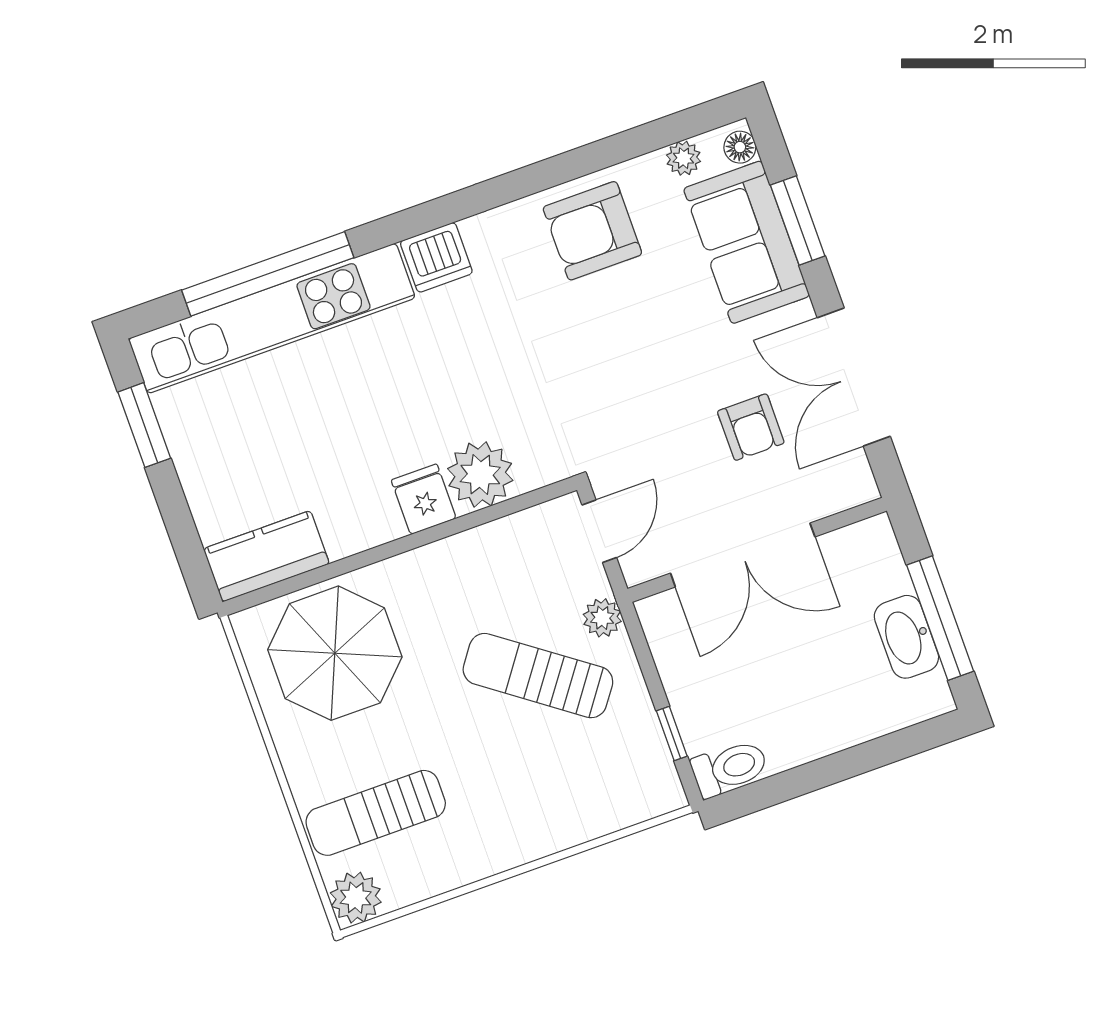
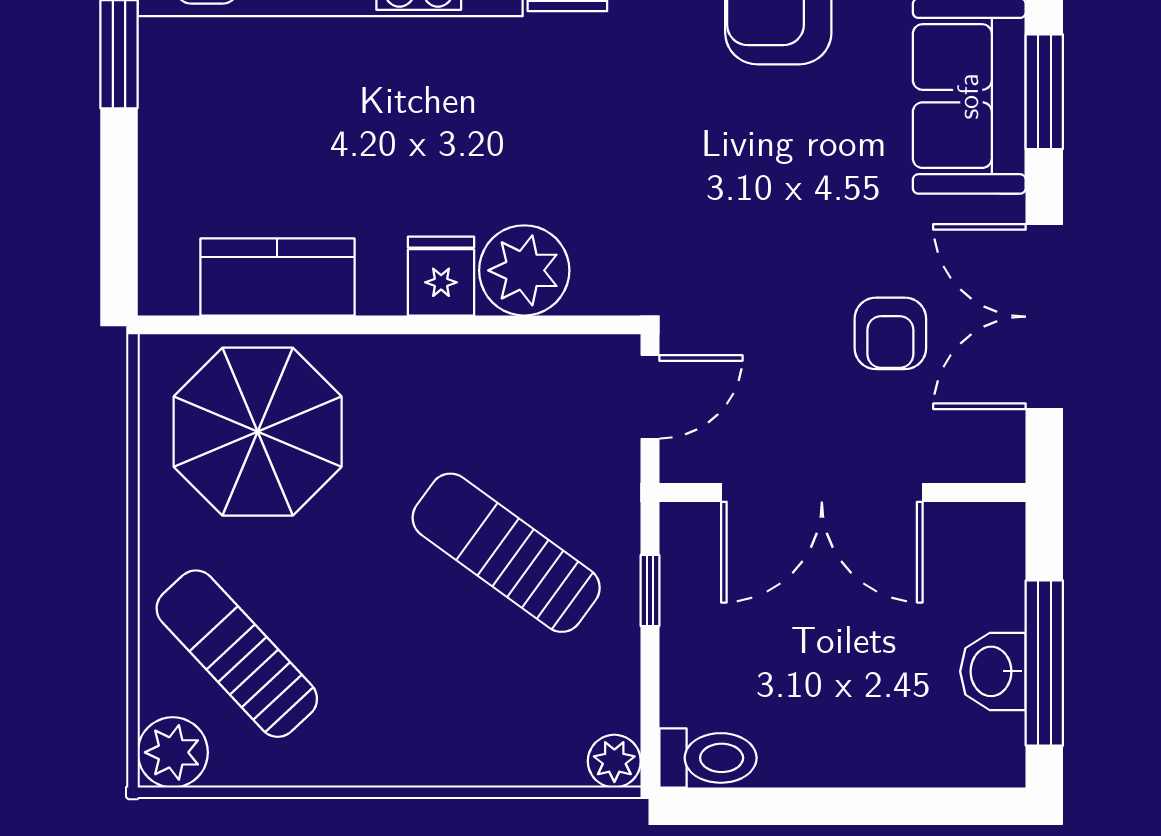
kitchen counter: (266, 556) -> (277, 277), moved
plant: (602, 618) -> (614, 761), moved
washbasin: (906, 637) -> (993, 671), width x0.72
window: (672, 734) -> (650, 590), moved
sun lounger: (376, 813) -> (237, 654), turned 47

